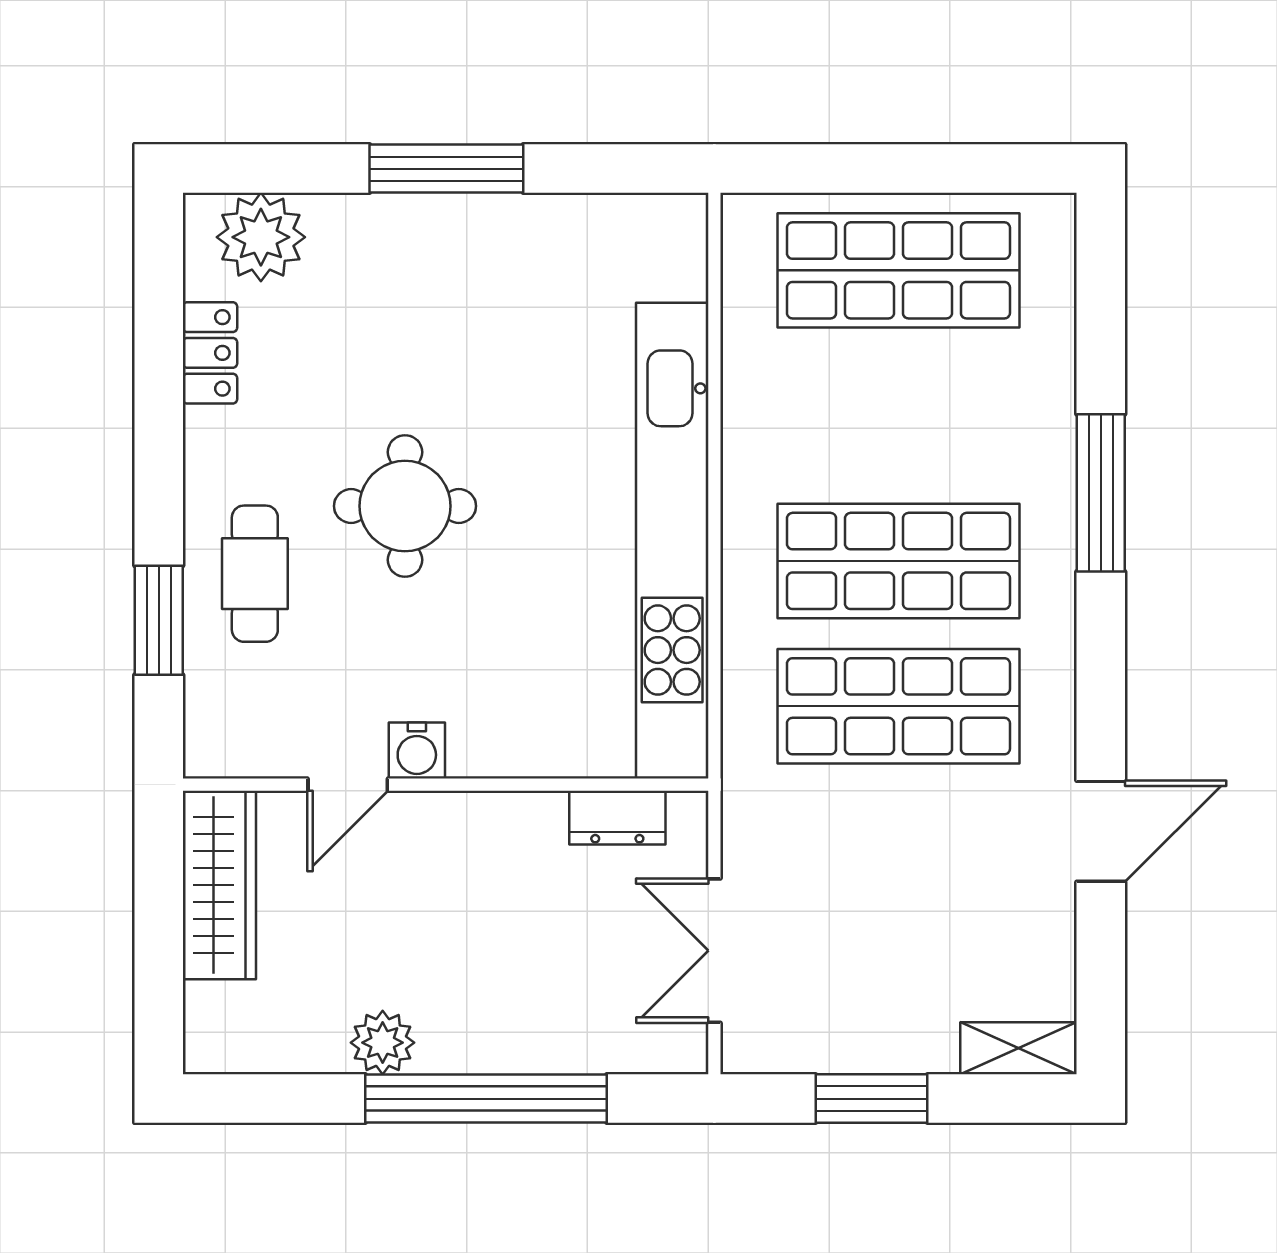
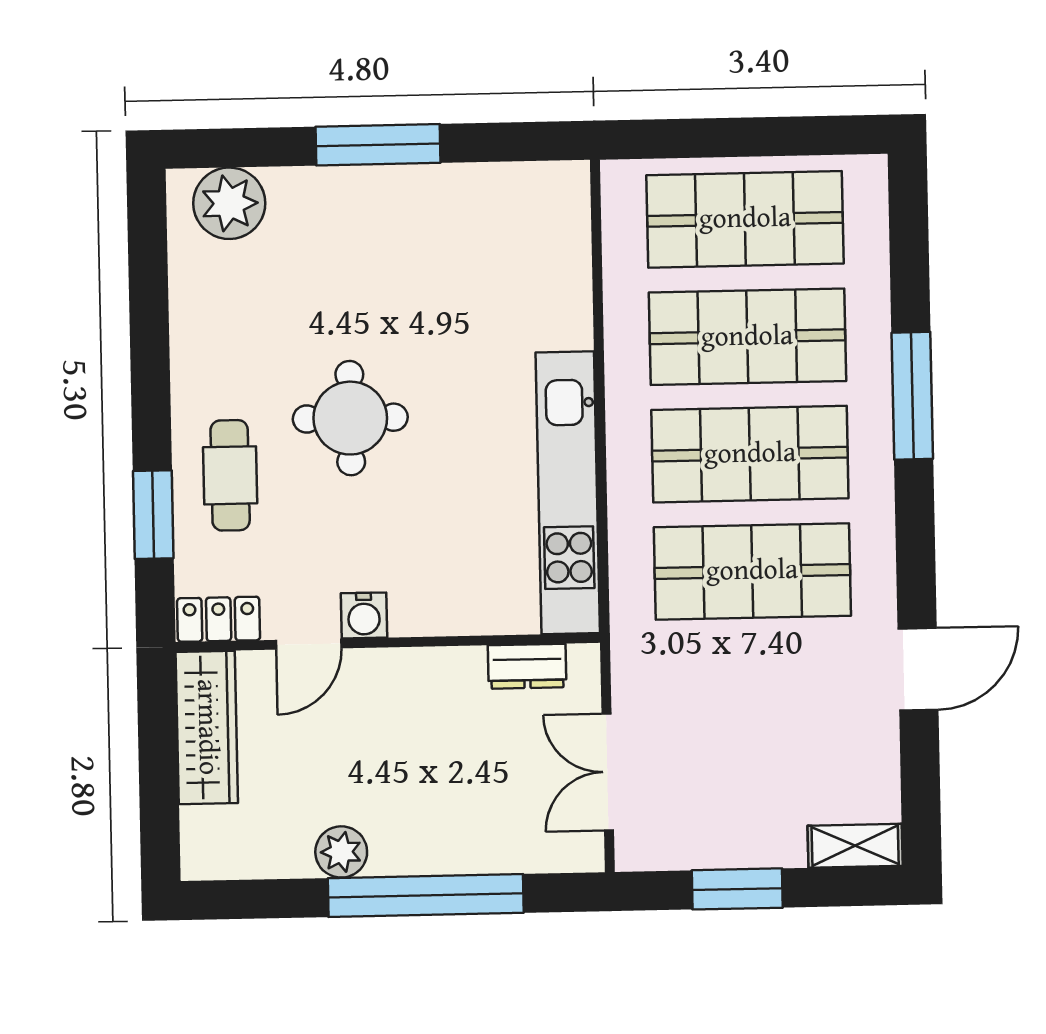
locker: (210, 353) -> (219, 619), moved, turned -90
shop shelf: (898, 416) -> (747, 337), added
kitchen unit: (672, 541) -> (568, 493), width x0.73

